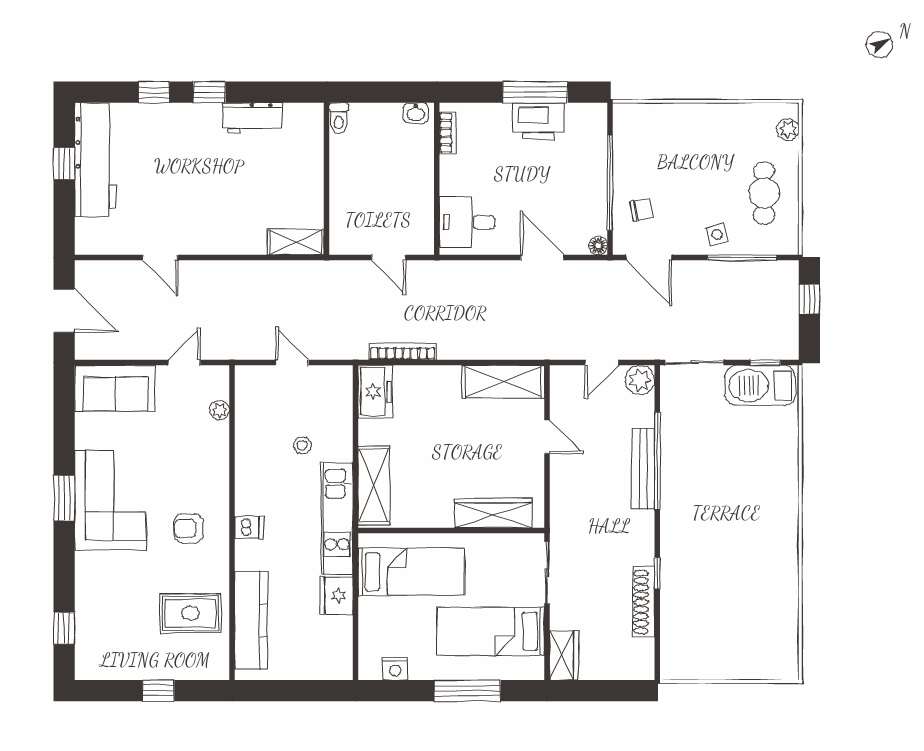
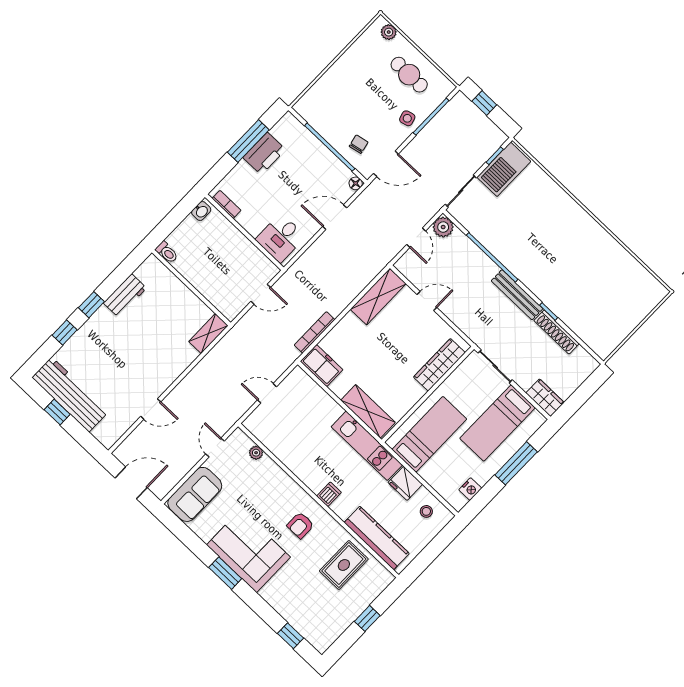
stool: (302, 445) -> (426, 511), moved
bench: (643, 469) -> (517, 295), moved

